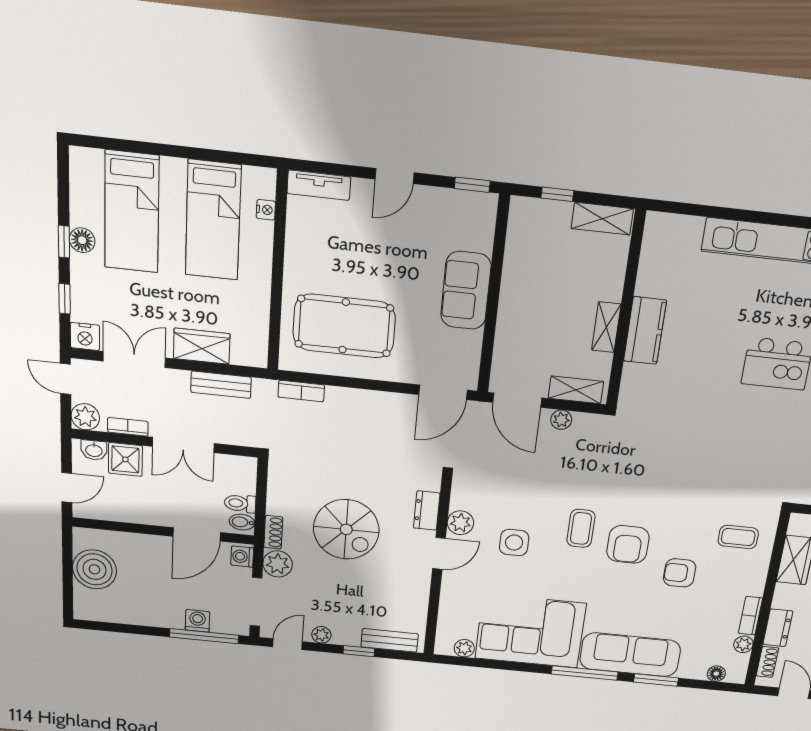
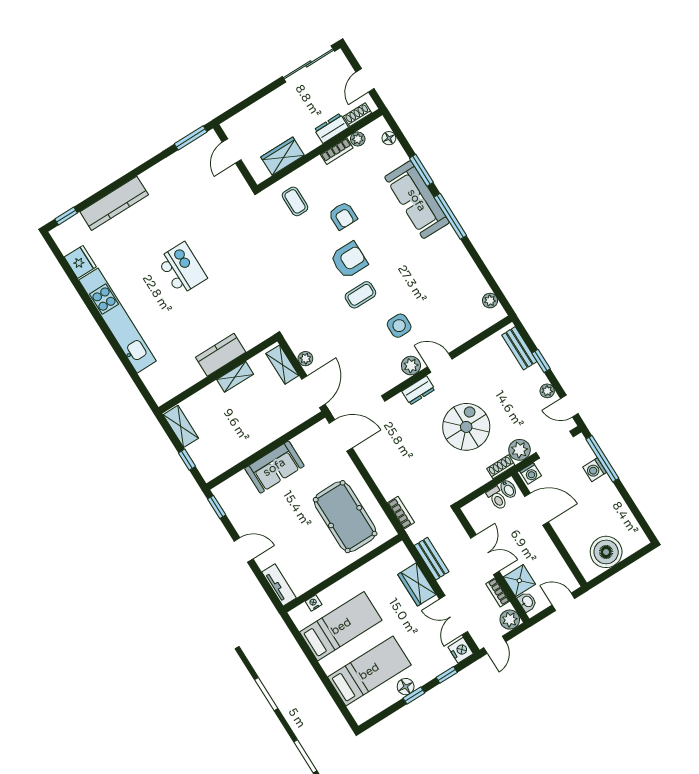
corner sofa: (530, 631) -> (448, 271), removed

